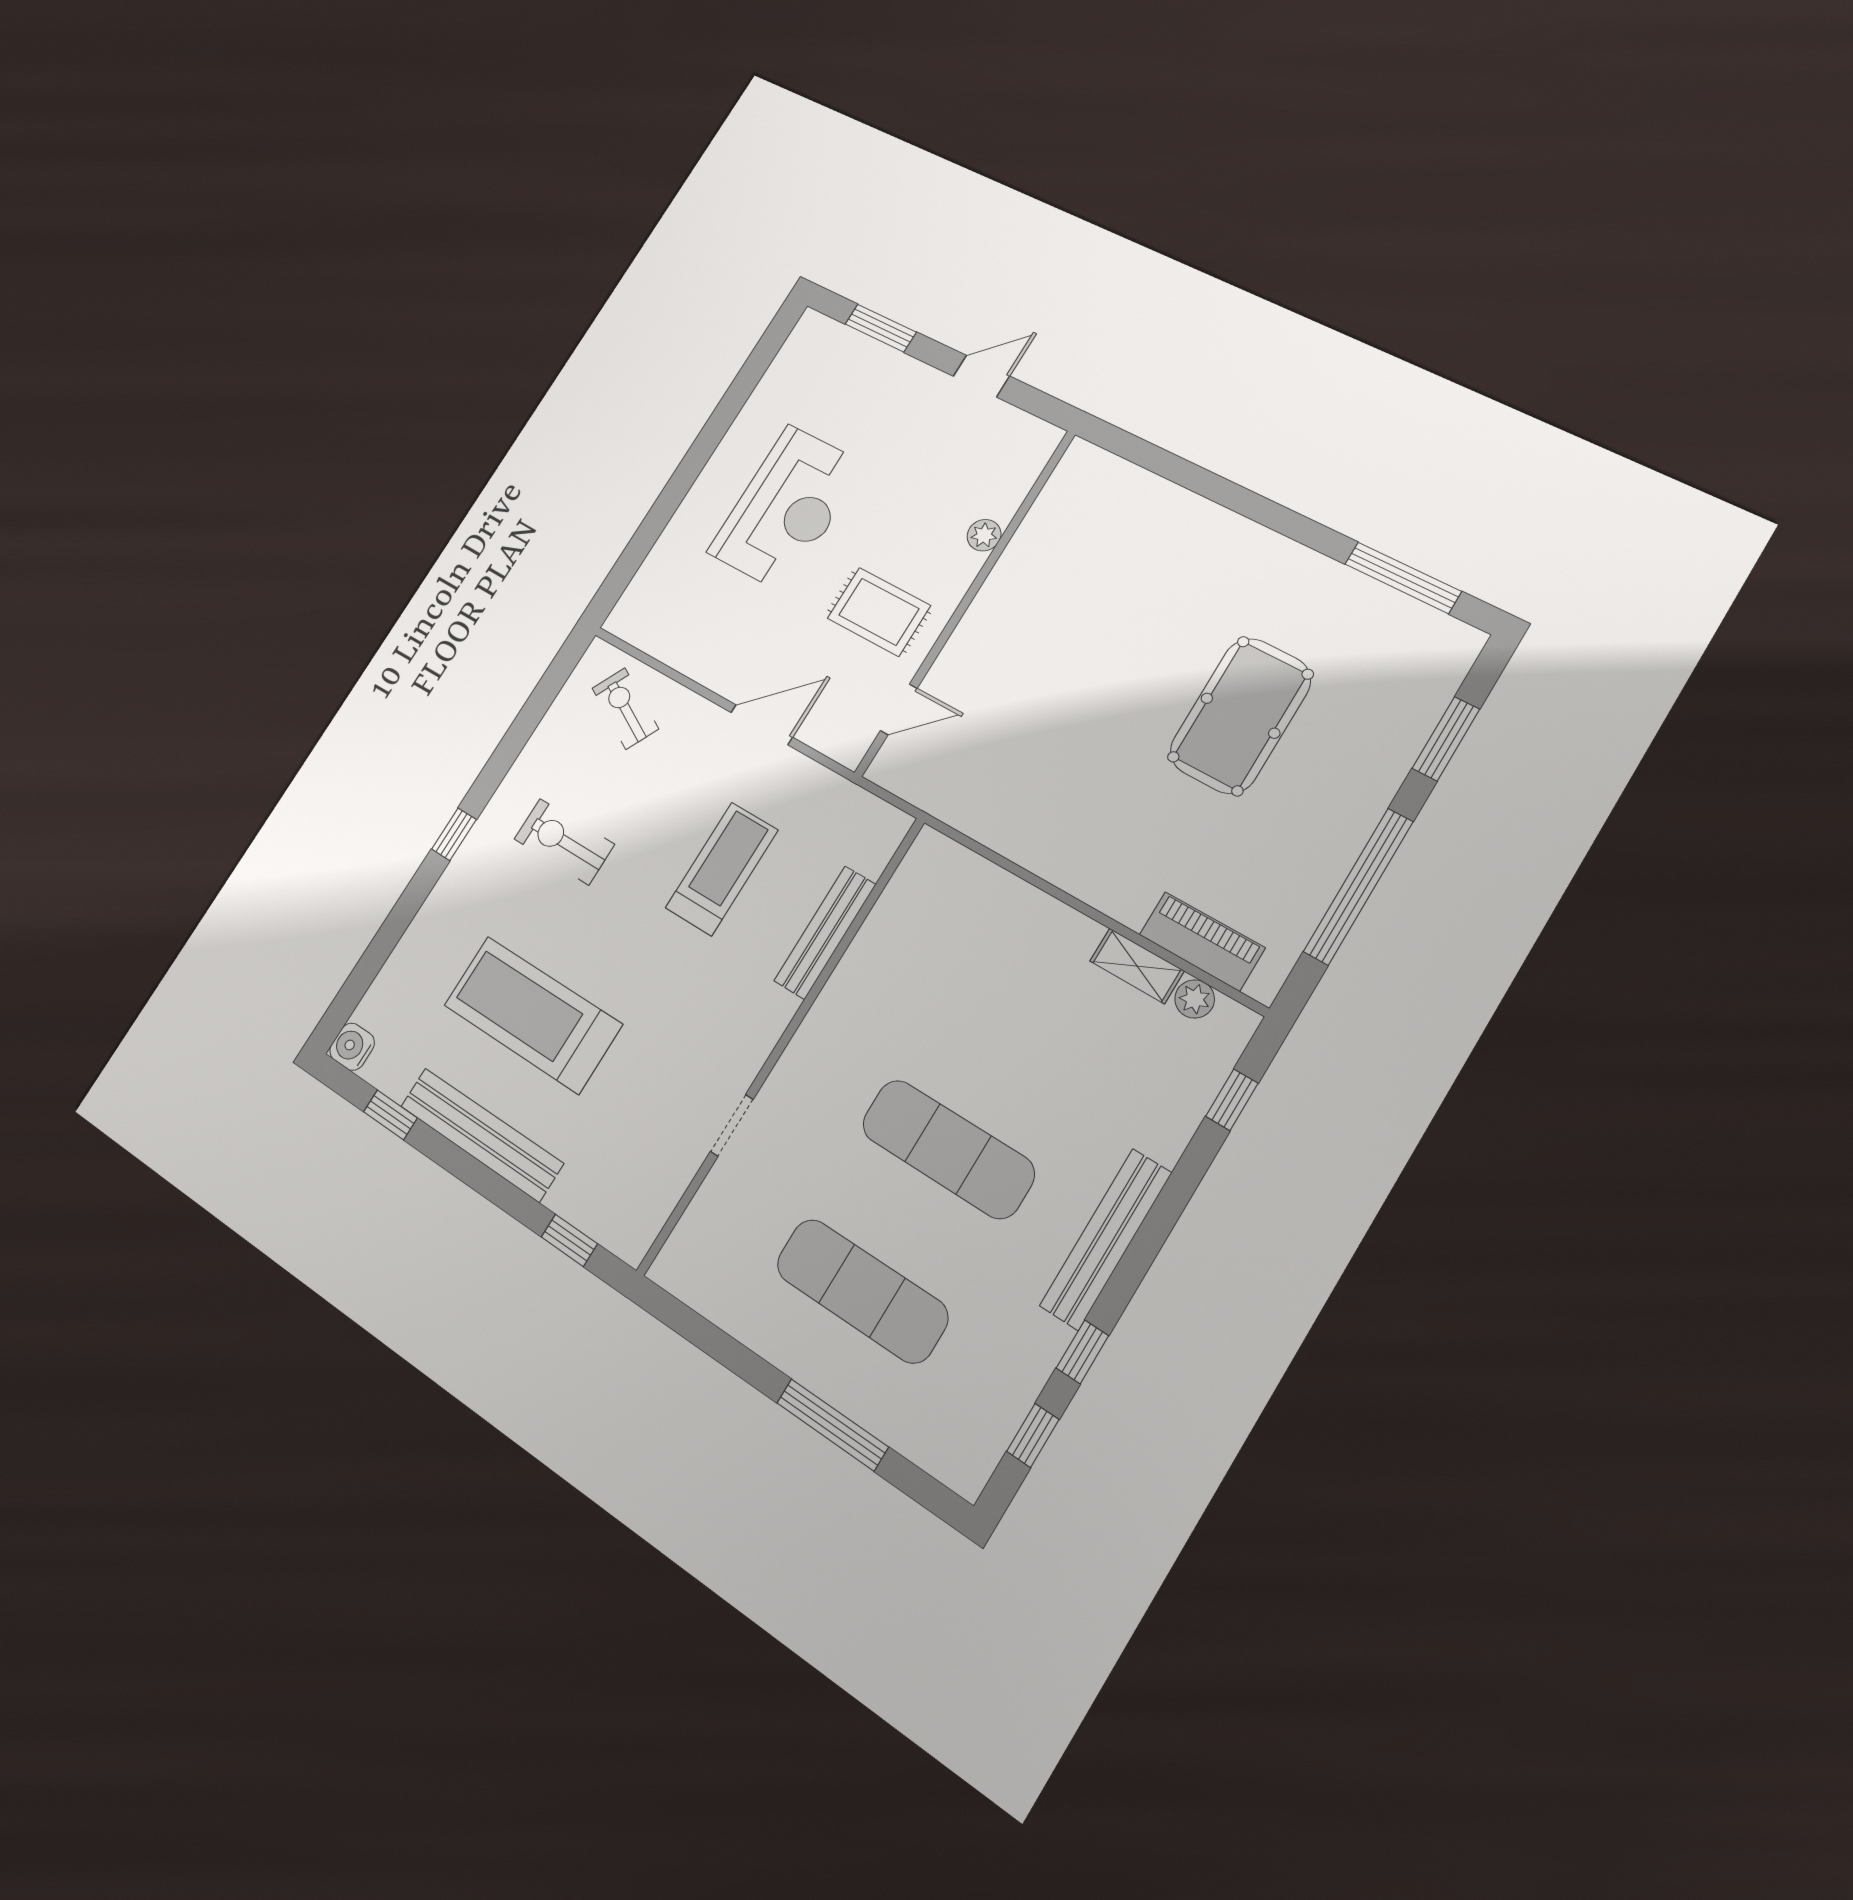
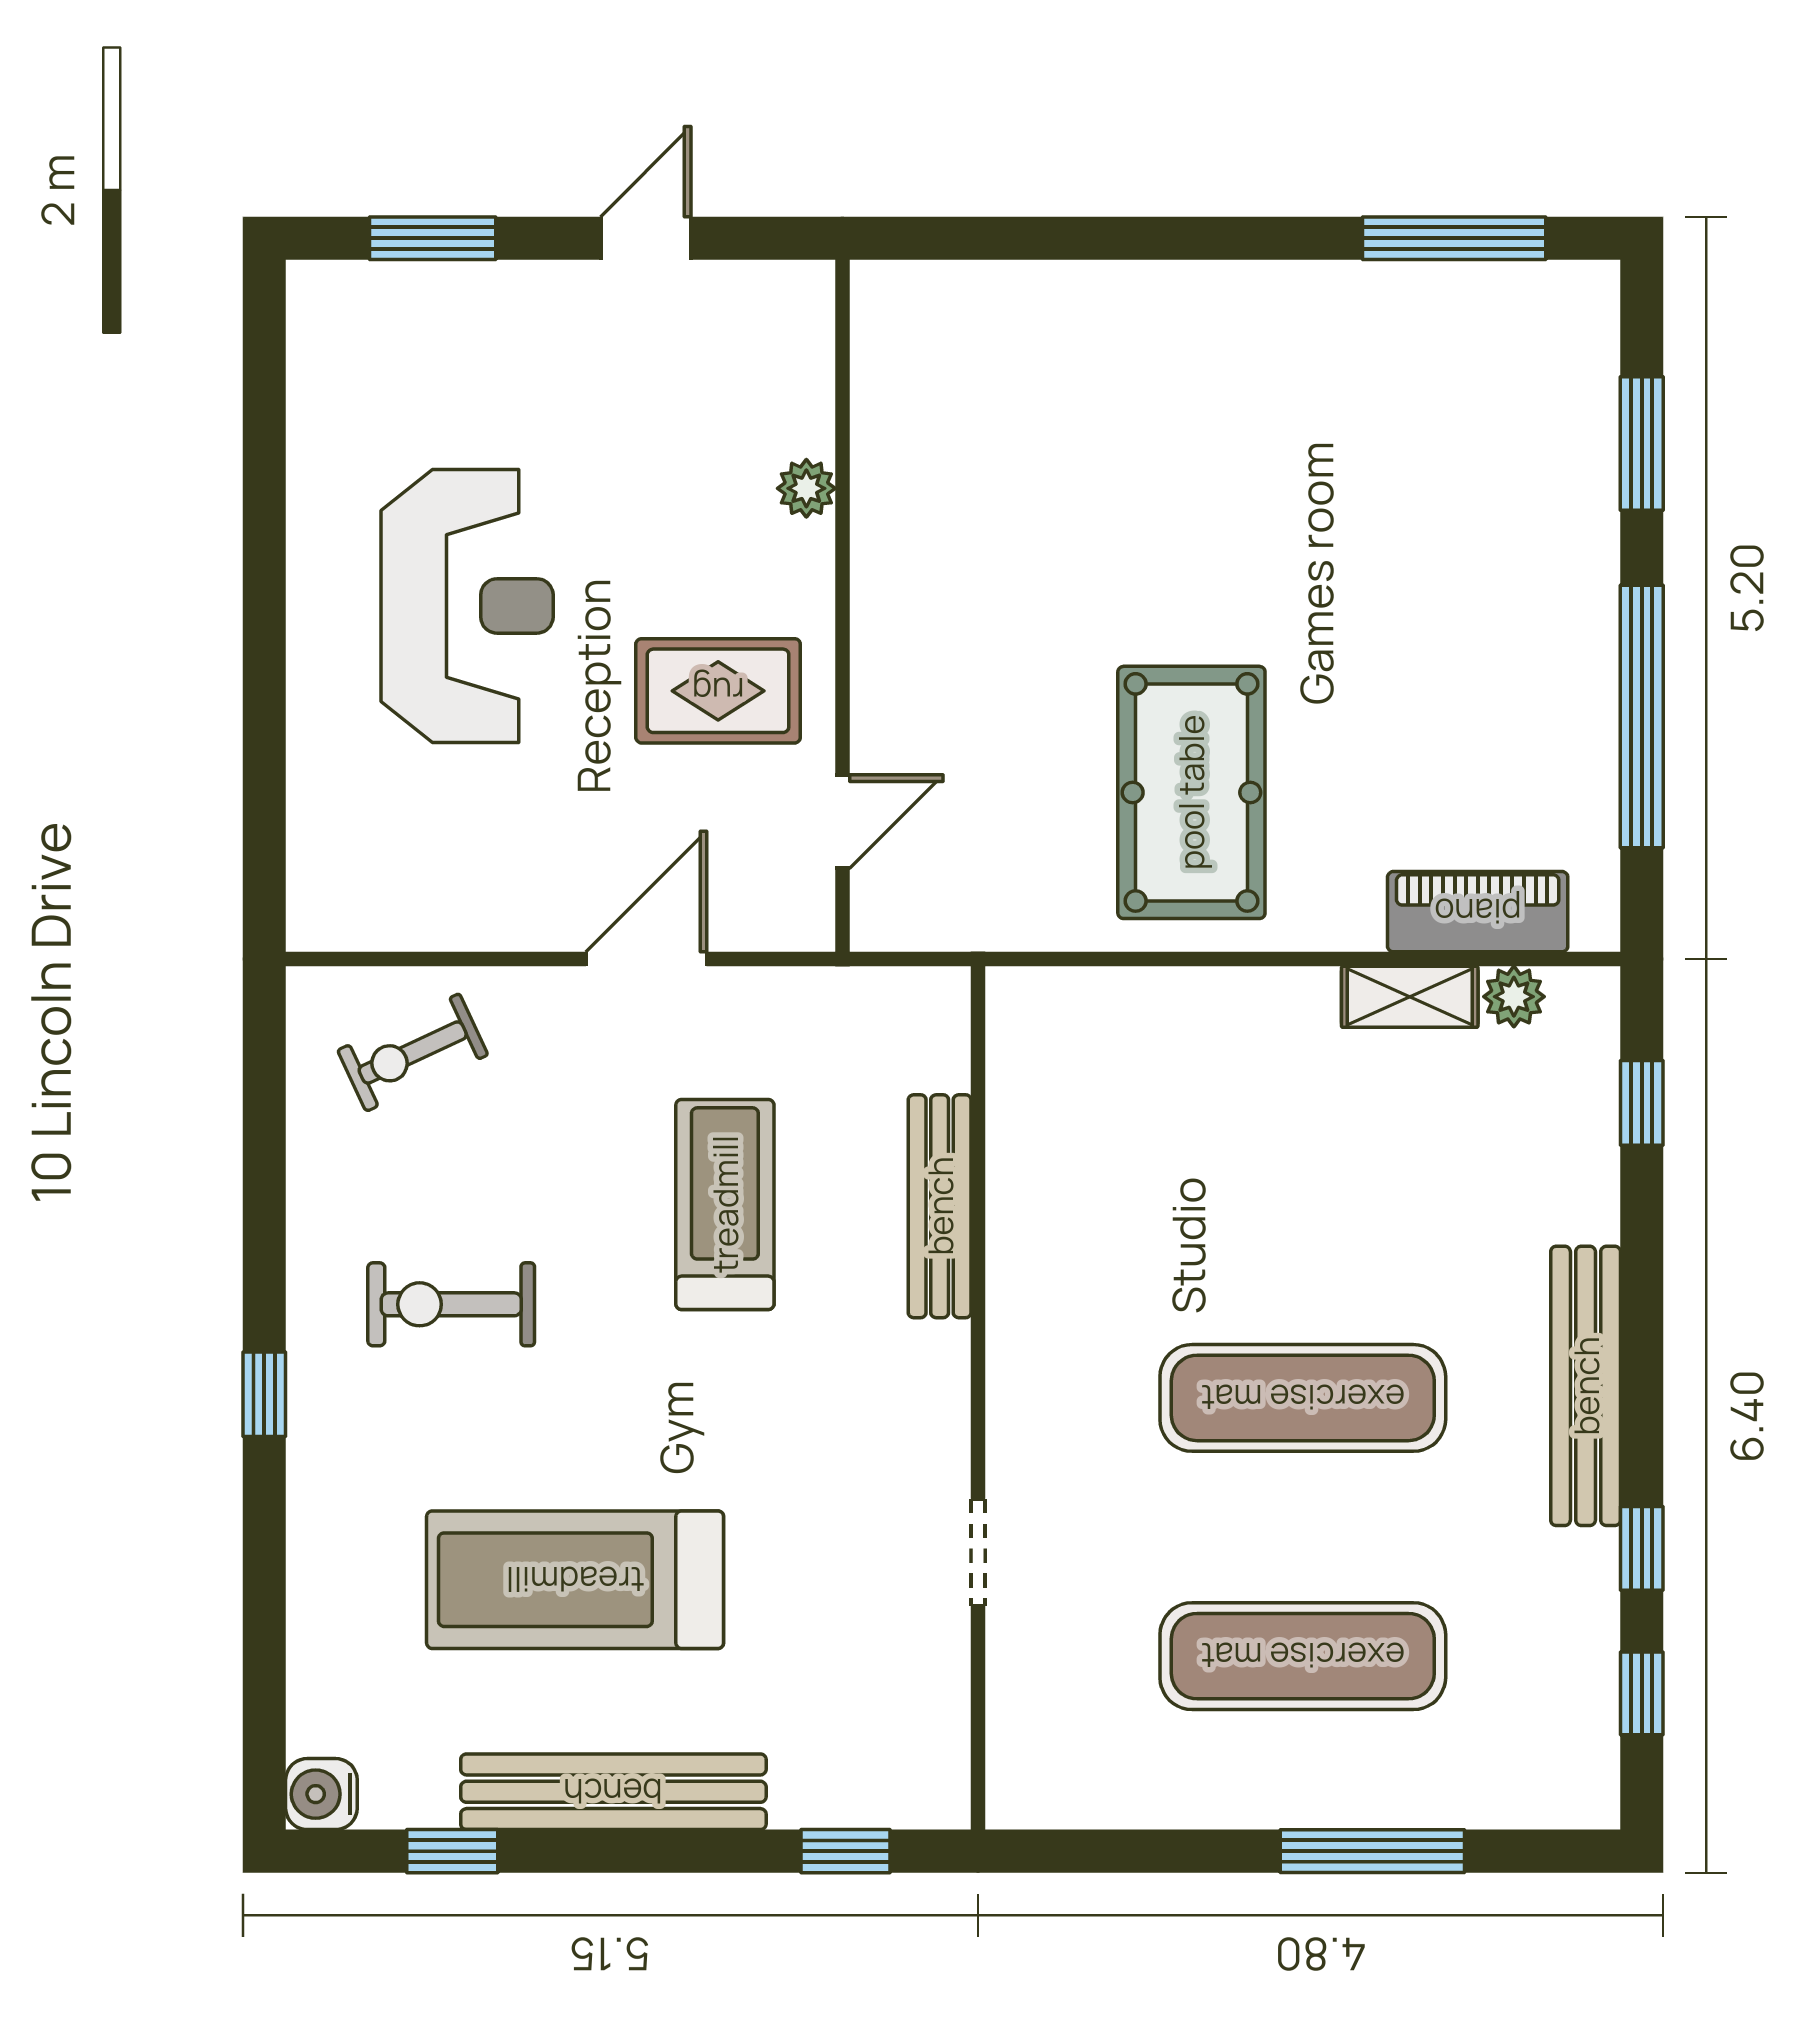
exercise bike: (625, 709) -> (413, 1053), turned -53
pool table: (1240, 716) -> (1191, 792), moved

